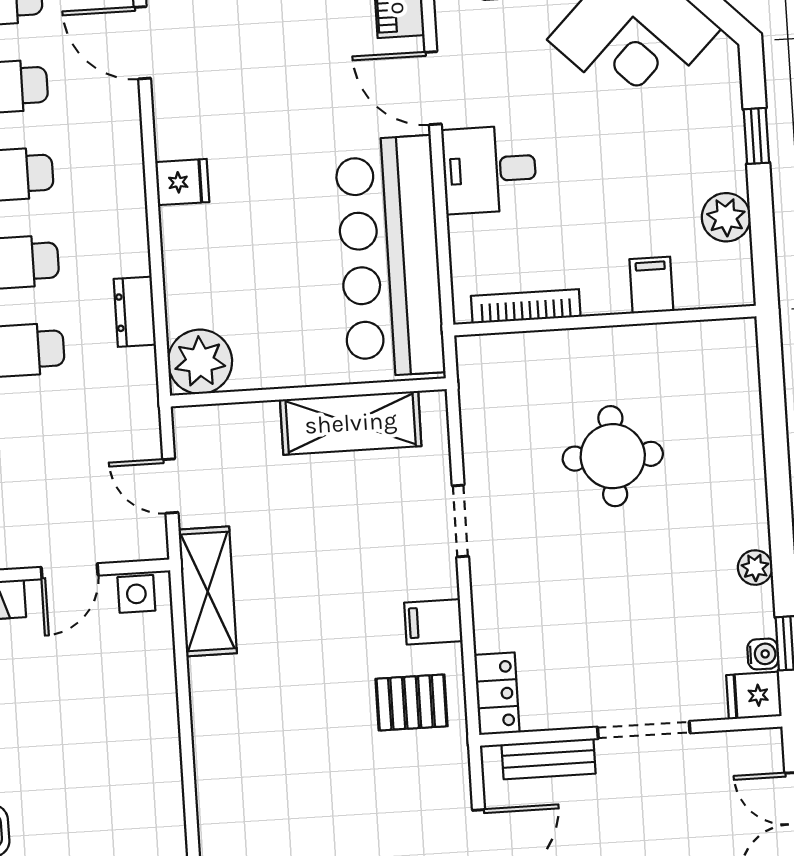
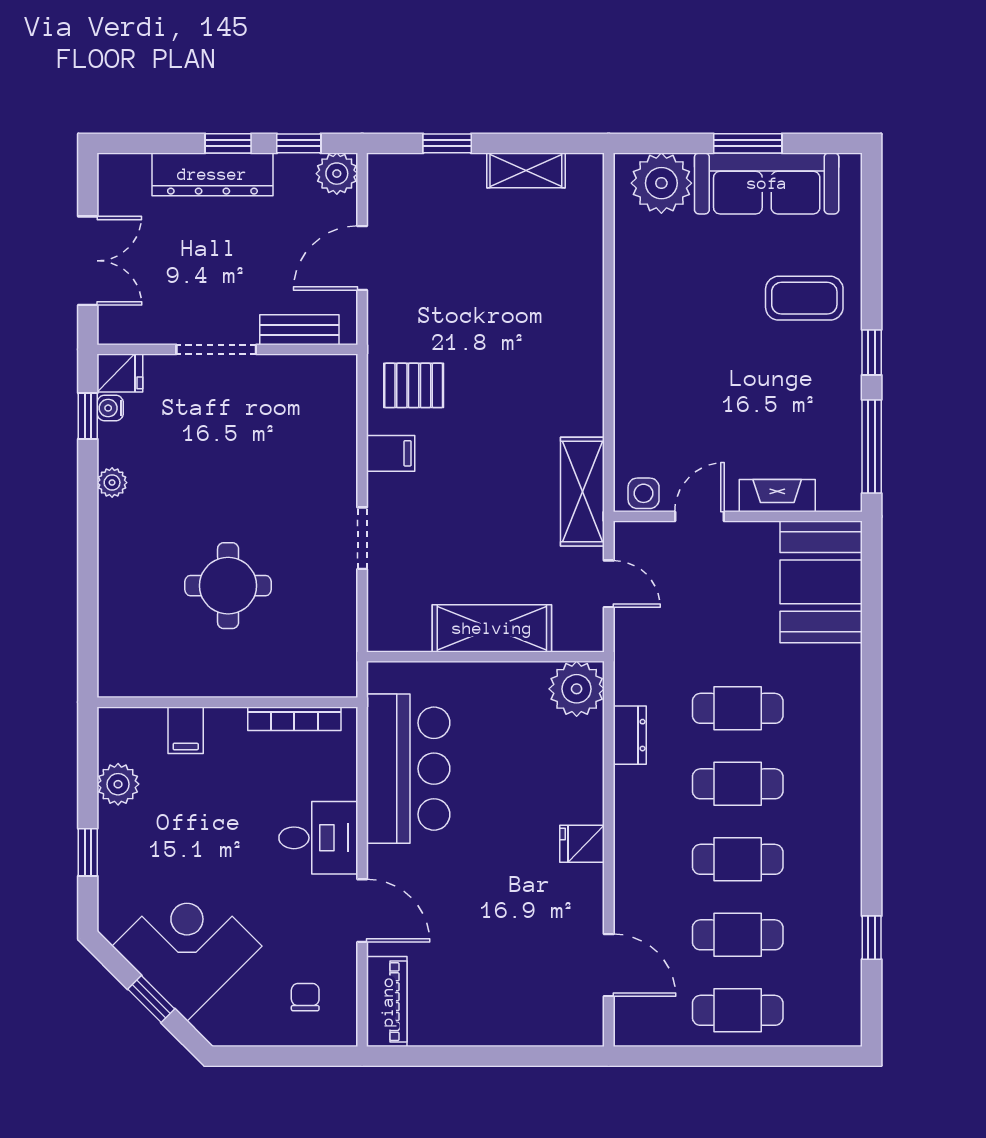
bar counter: (390, 257) -> (408, 769), width x0.73
shelving: (351, 423) -> (492, 628), moved
locker: (497, 694) -> (340, 388), removed

